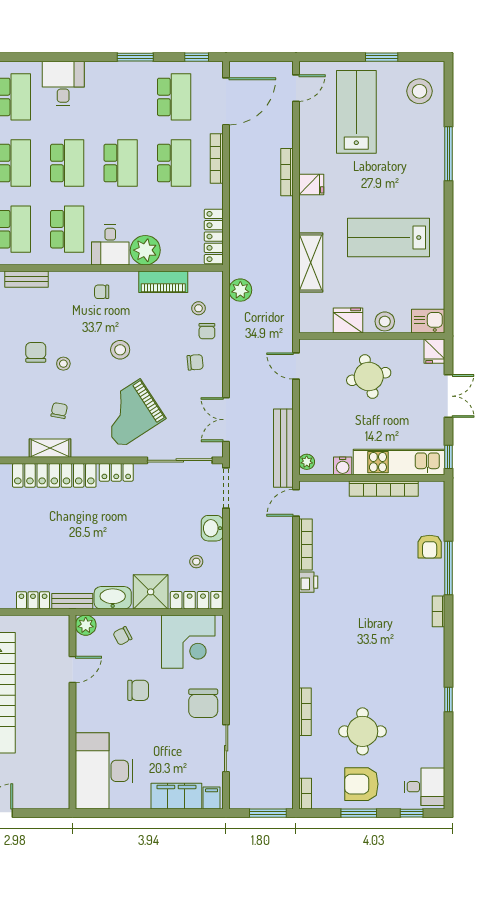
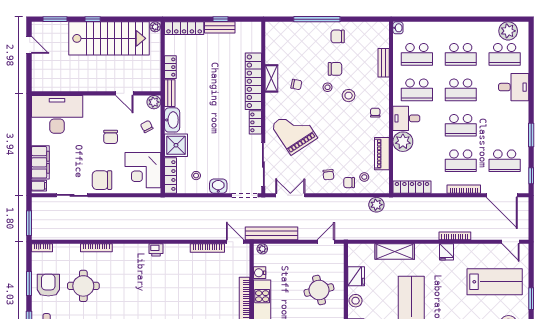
stool: (120, 350) -> (349, 96), moved
printer: (308, 582) -> (156, 250), moved

